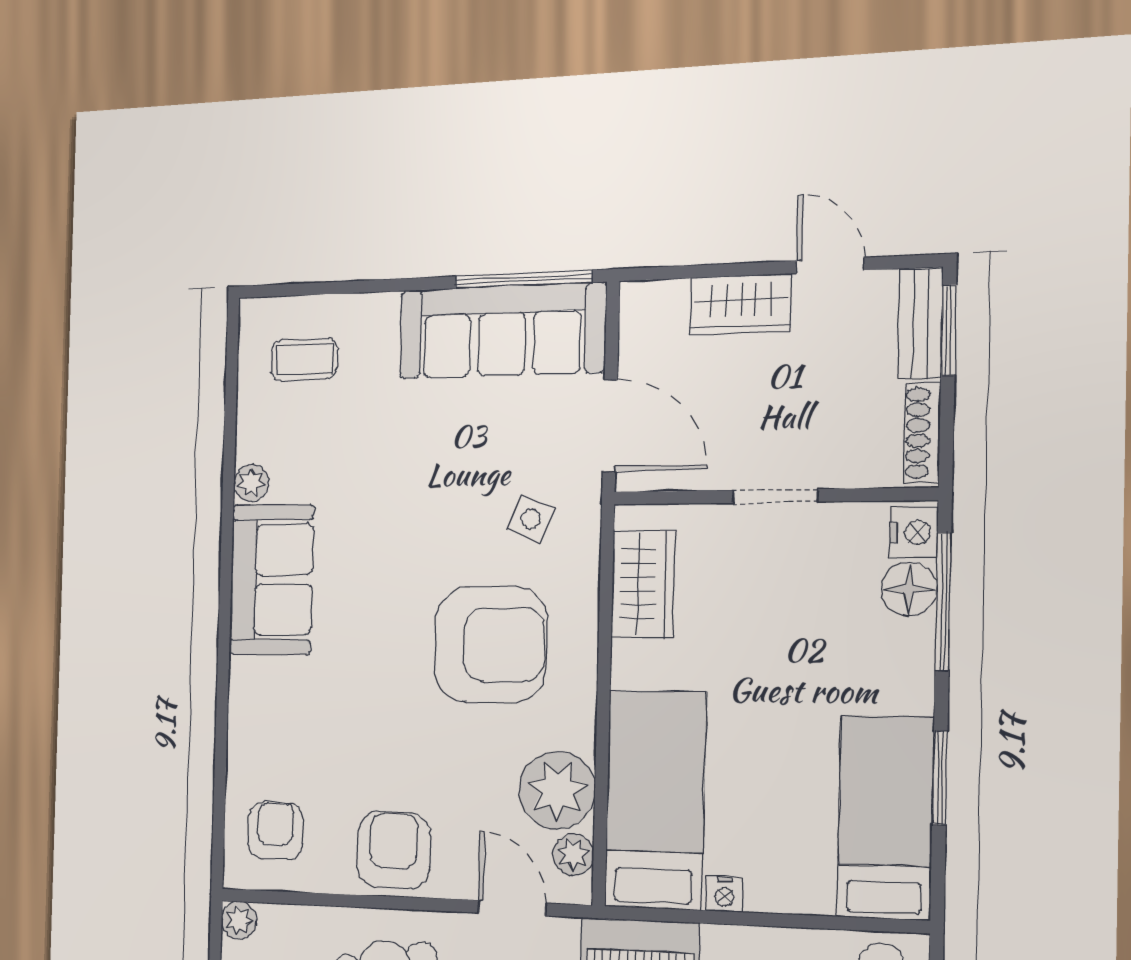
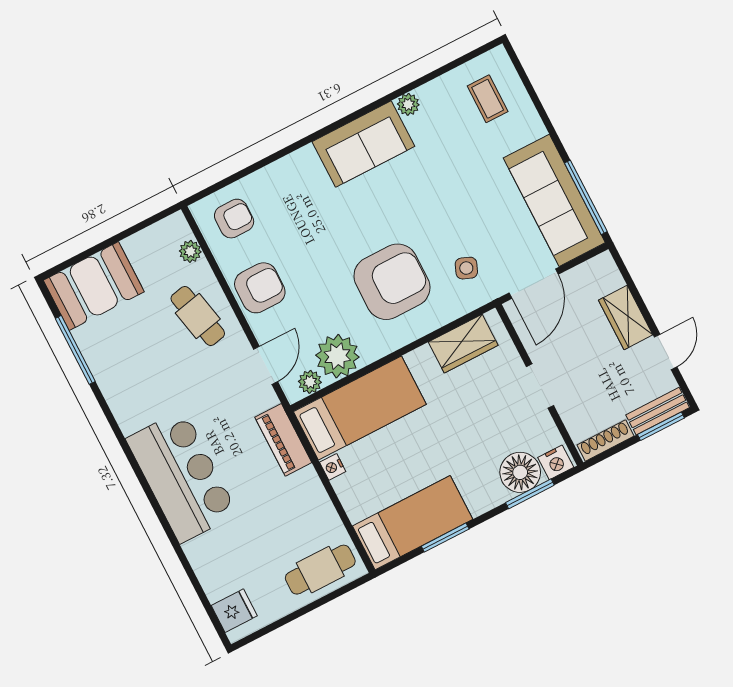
floor lamp: (909, 589) -> (520, 472), width x1.38, depth x1.38
window: (943, 601) -> (530, 494), width x0.69
armchair: (491, 645) -> (392, 282), turned -90
plant: (239, 920) -> (190, 251), moved

